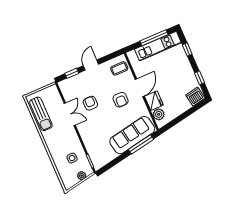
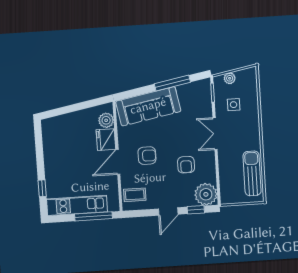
window: (154, 38) -> (93, 216), moved
window: (199, 78) -> (39, 148), removed
plant: (68, 87) -> (206, 194), added
dishwasher: (195, 97) -> (52, 126), removed
armchair: (121, 100) -> (147, 156), turned 90
double door: (70, 114) -> (215, 134), moved
window: (141, 144) -> (172, 83), moved

